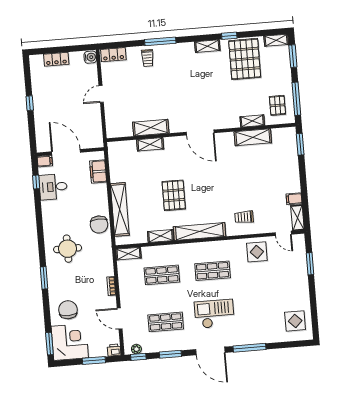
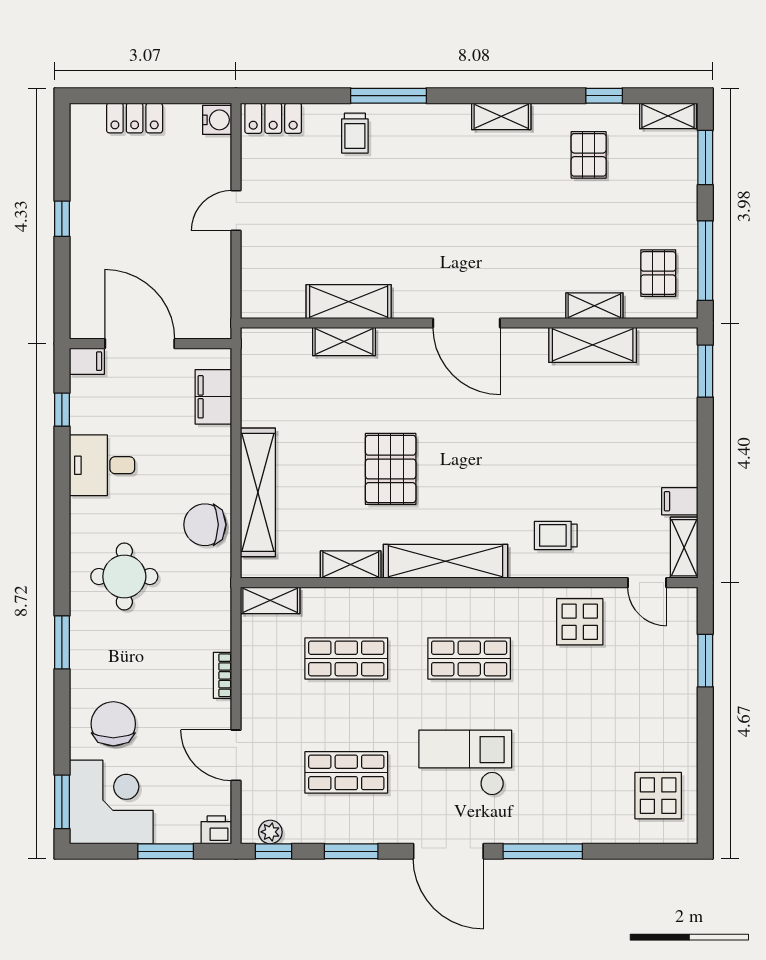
window: (229, 36) -> (604, 96), moved
pallet: (245, 59) -> (589, 155), width x0.49, depth x0.50
desk: (53, 187) -> (102, 465), moved
chair: (99, 225) -> (205, 525), turned 91

